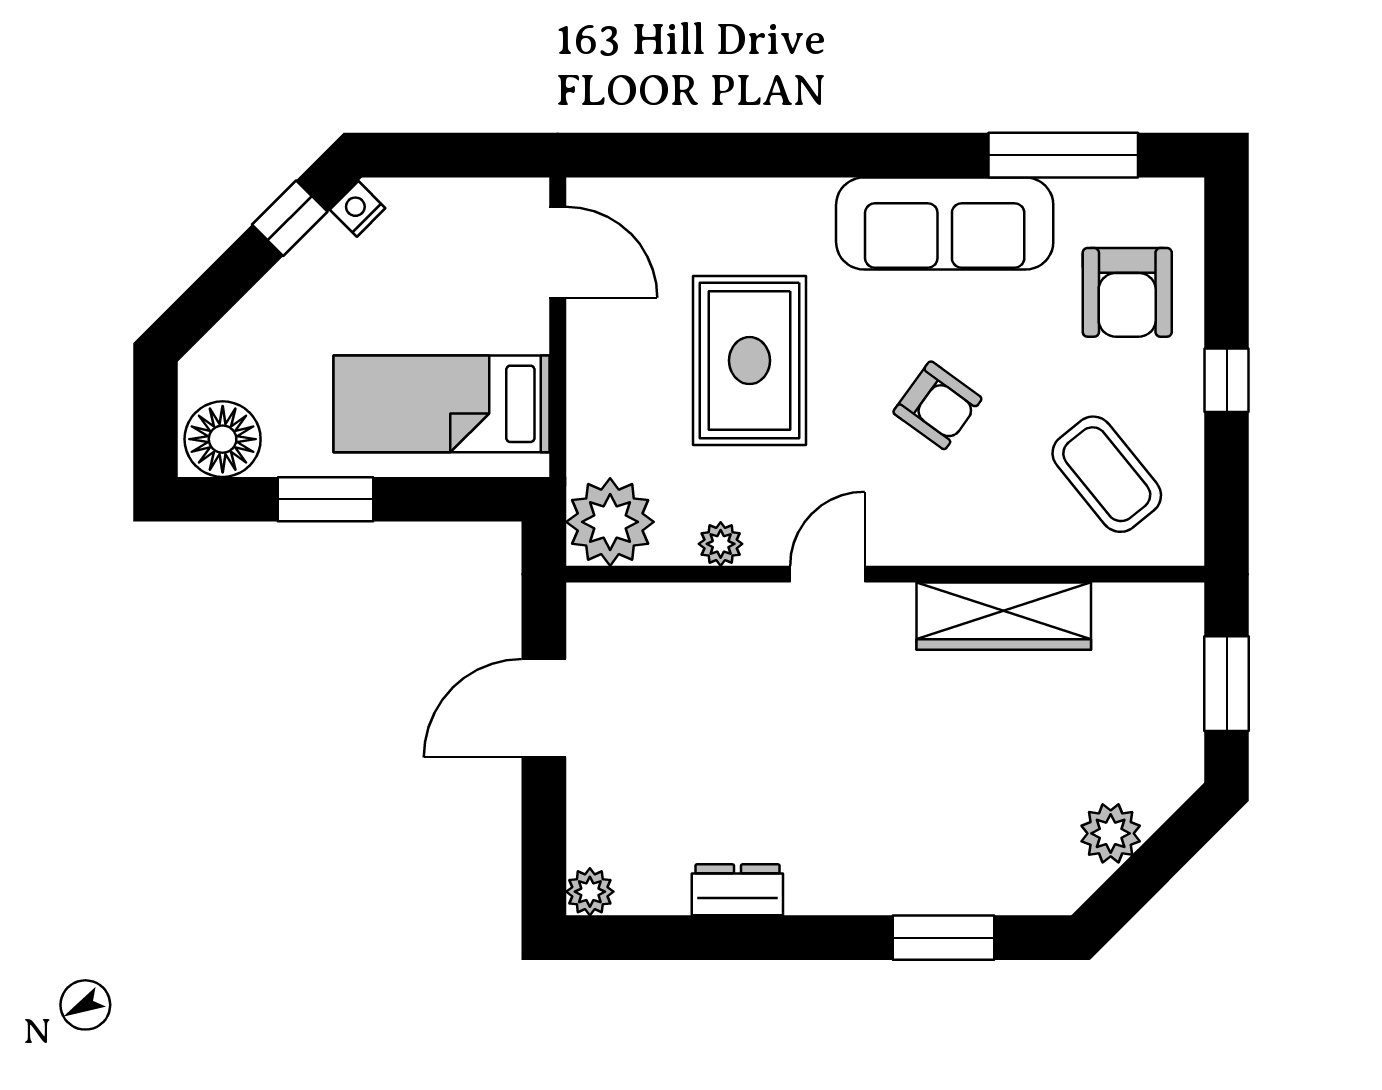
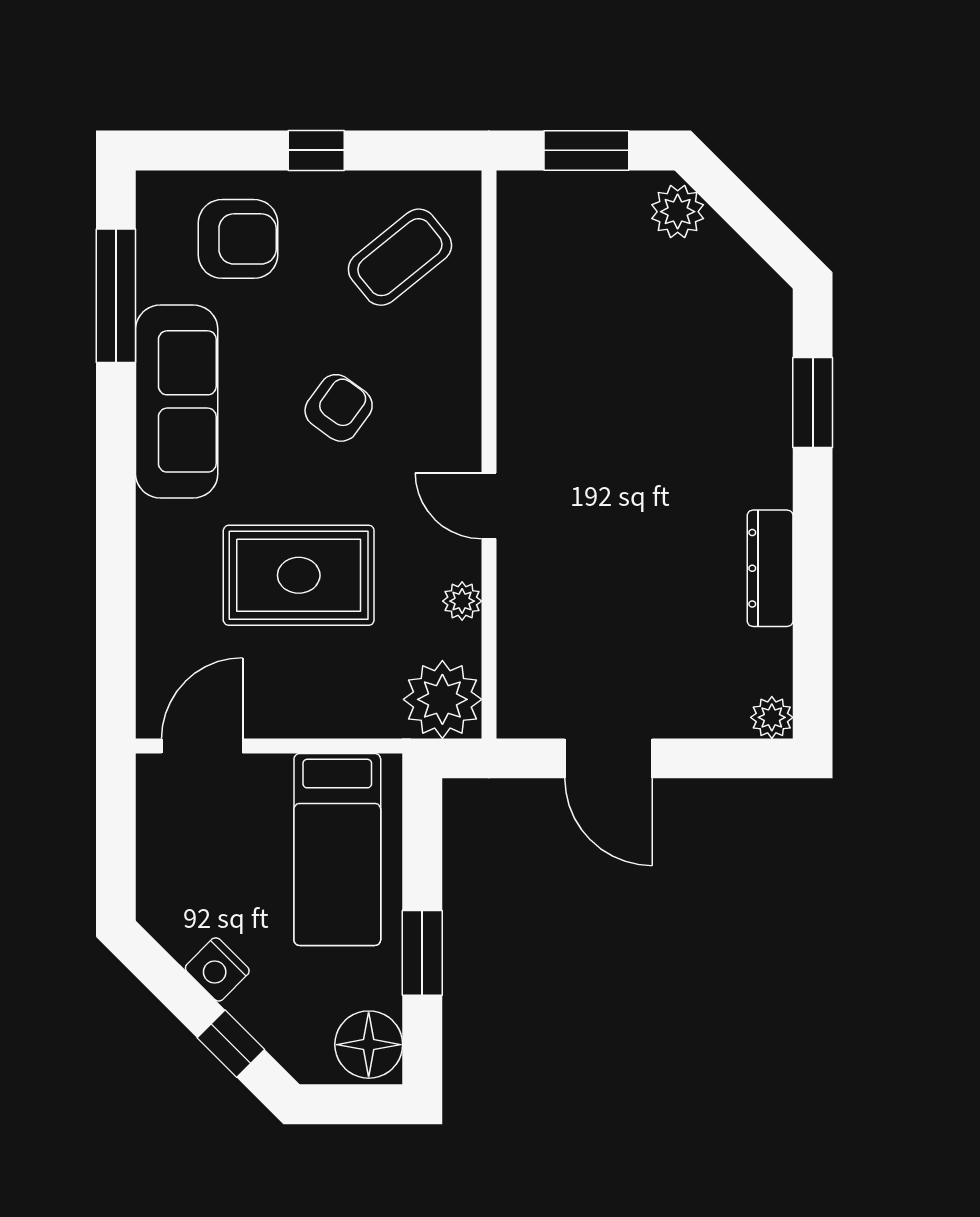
nightstand: (358, 209) -> (217, 969), moved, width x1.39, depth x1.35
window: (290, 218) -> (231, 1044), moved
wardrobe: (1004, 616) -> (526, 349), removed
plant: (1111, 833) -> (678, 212), moved
dresser: (737, 890) -> (770, 568), width x1.44

